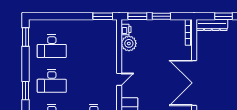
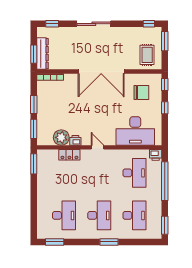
window: (223, 16) -> (34, 54), moved
printer: (126, 29) -> (75, 140), moved
locker: (112, 52) -> (69, 155), added

